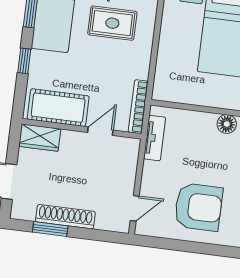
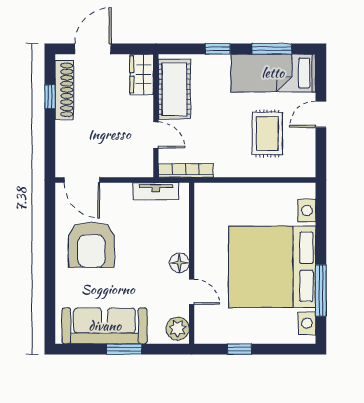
door: (135, 208) -> (82, 180), width x1.38
shoe rack: (65, 217) -> (64, 90), moved
window: (50, 229) -> (50, 97), width x0.67

